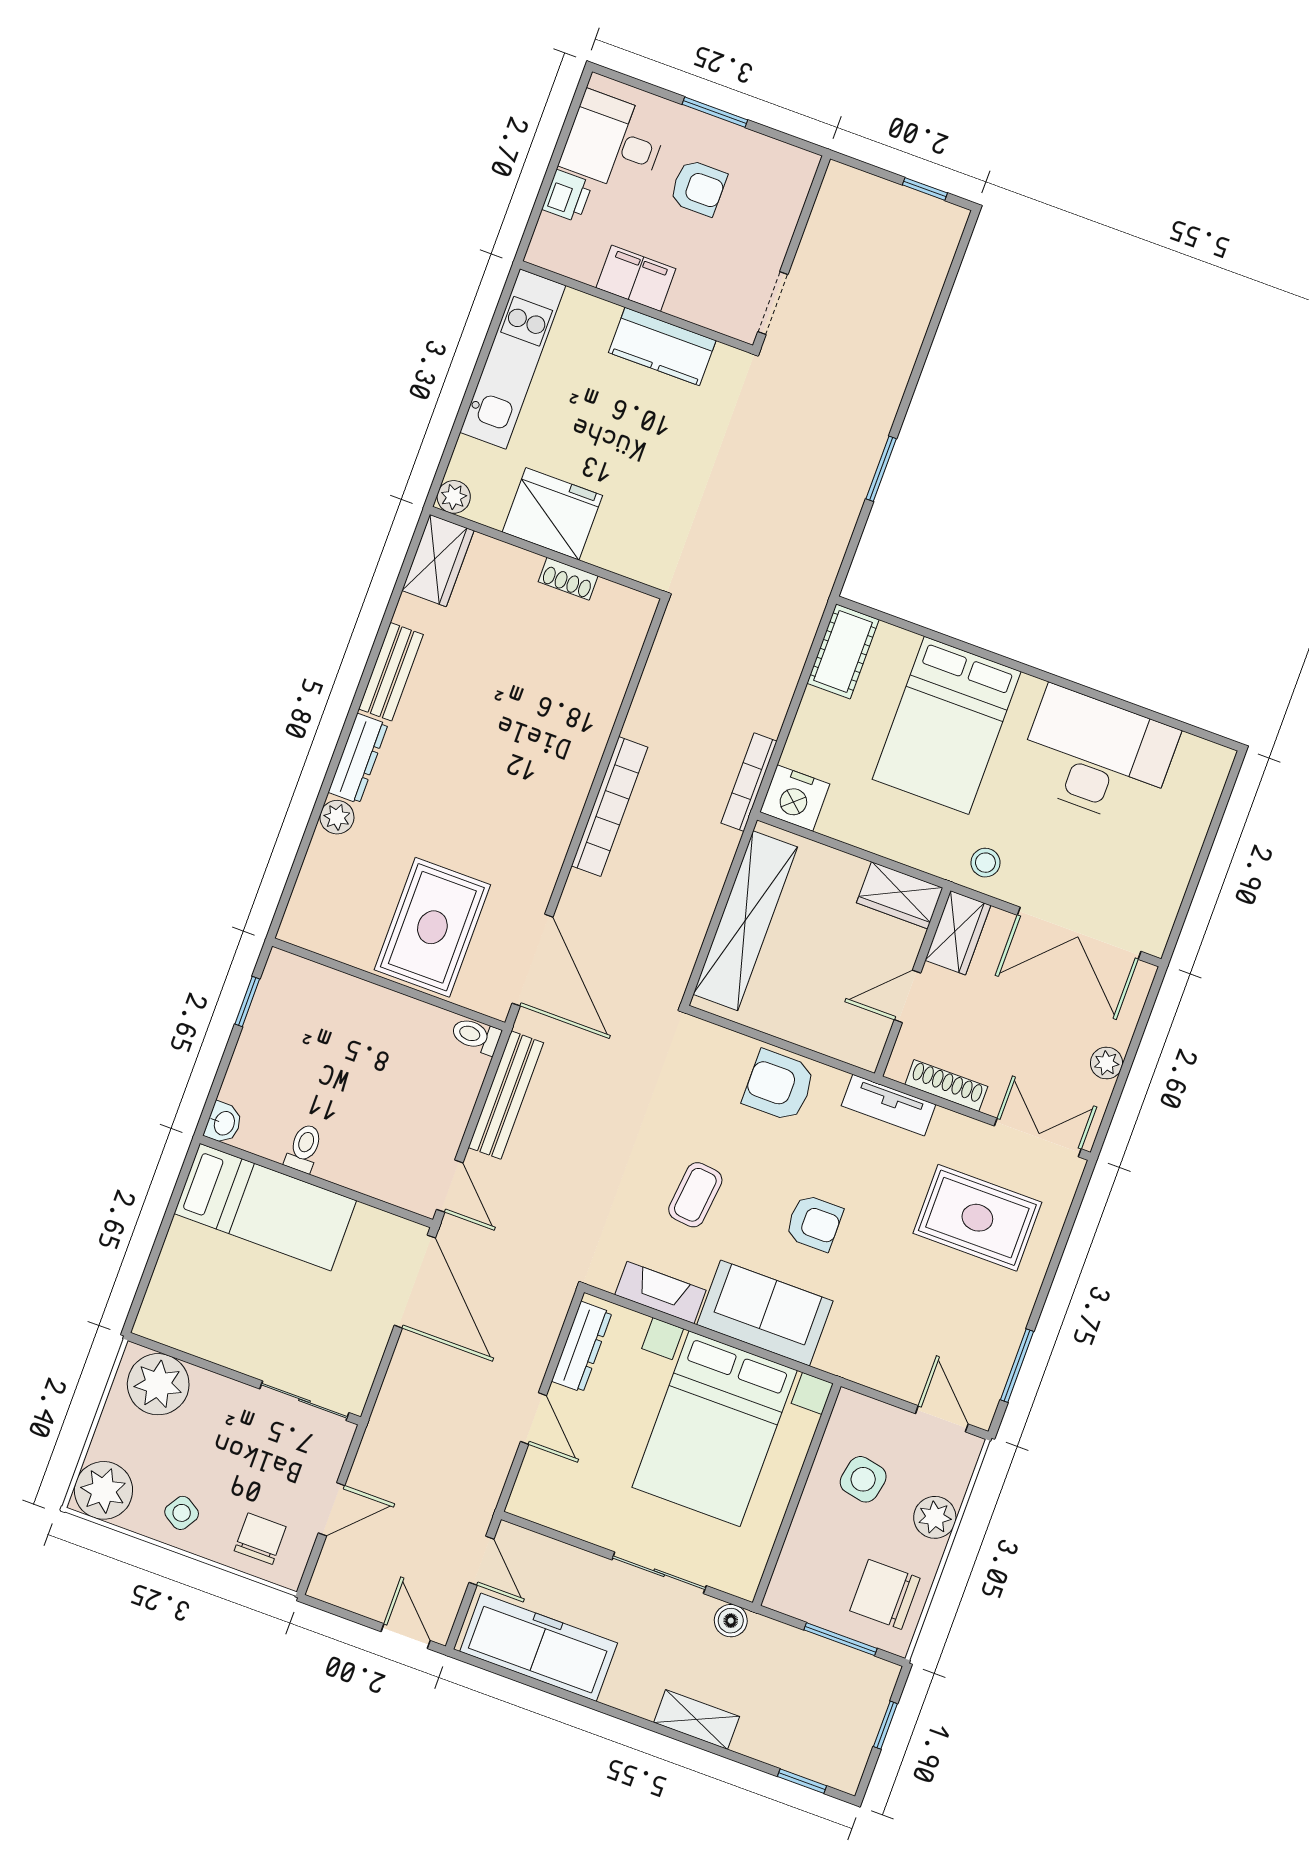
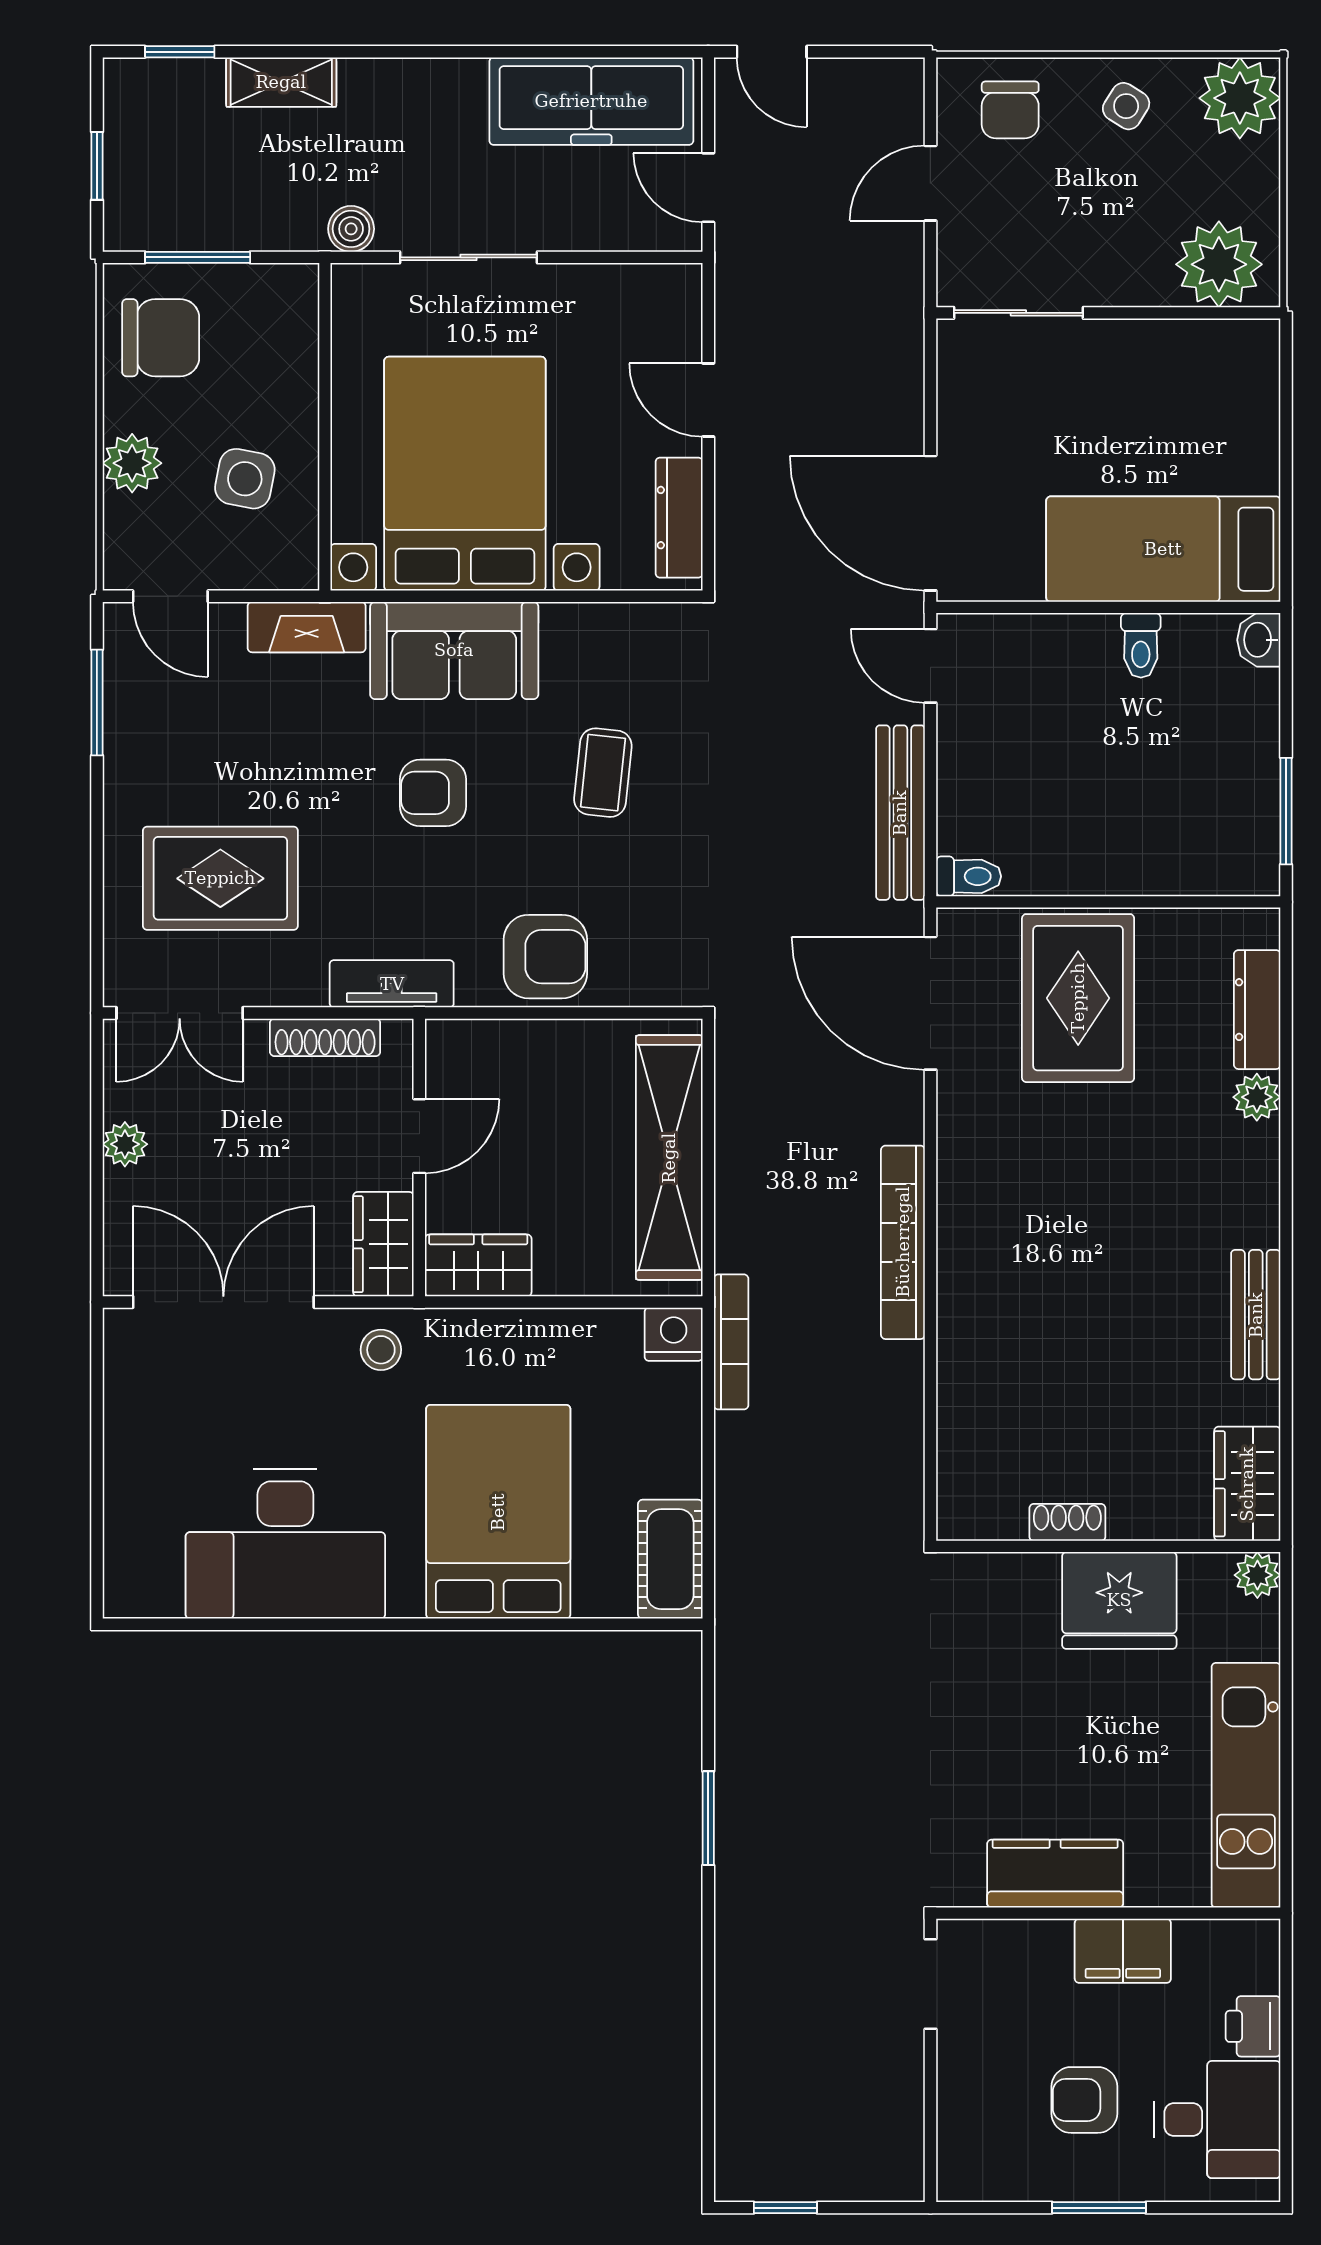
dresser: (358, 758) -> (1257, 1010), moved
nightstand: (795, 798) -> (674, 1334), width x0.74, depth x0.75
window: (247, 1002) -> (1286, 811), width x1.50
fireplace: (660, 1292) -> (307, 627), moved
shelving: (697, 1720) -> (281, 82), moved

